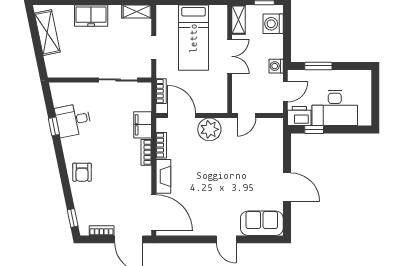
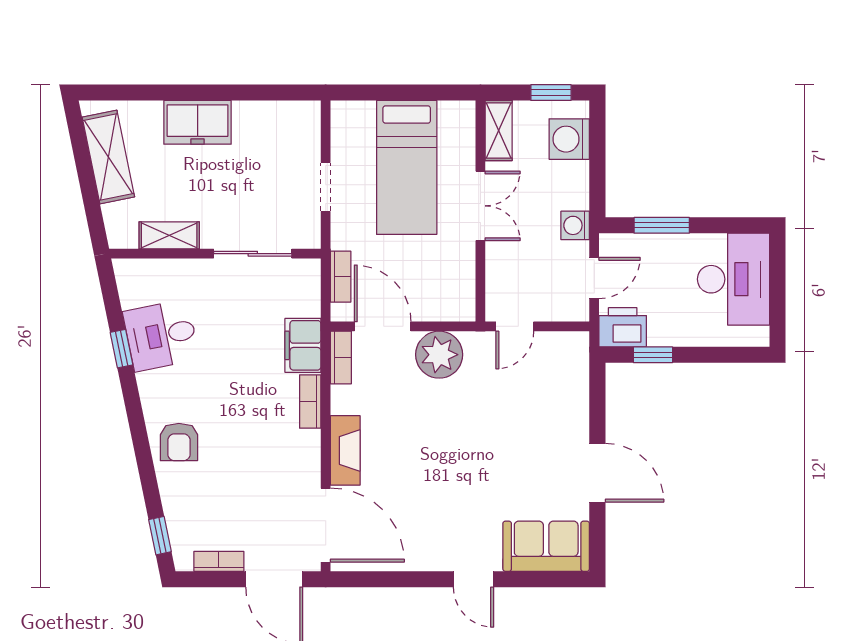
shelving: (137, 11) -> (169, 235), moved
desk: (335, 108) -> (733, 279), moved, turned -90
bookcase: (161, 145) -> (341, 357), moved

